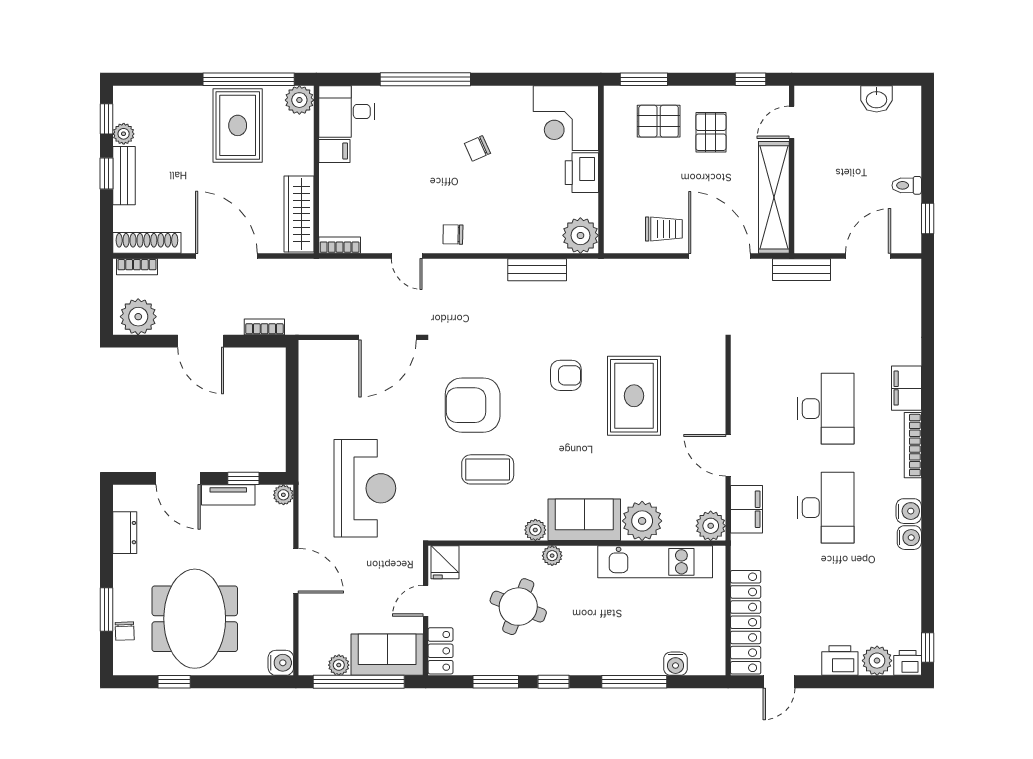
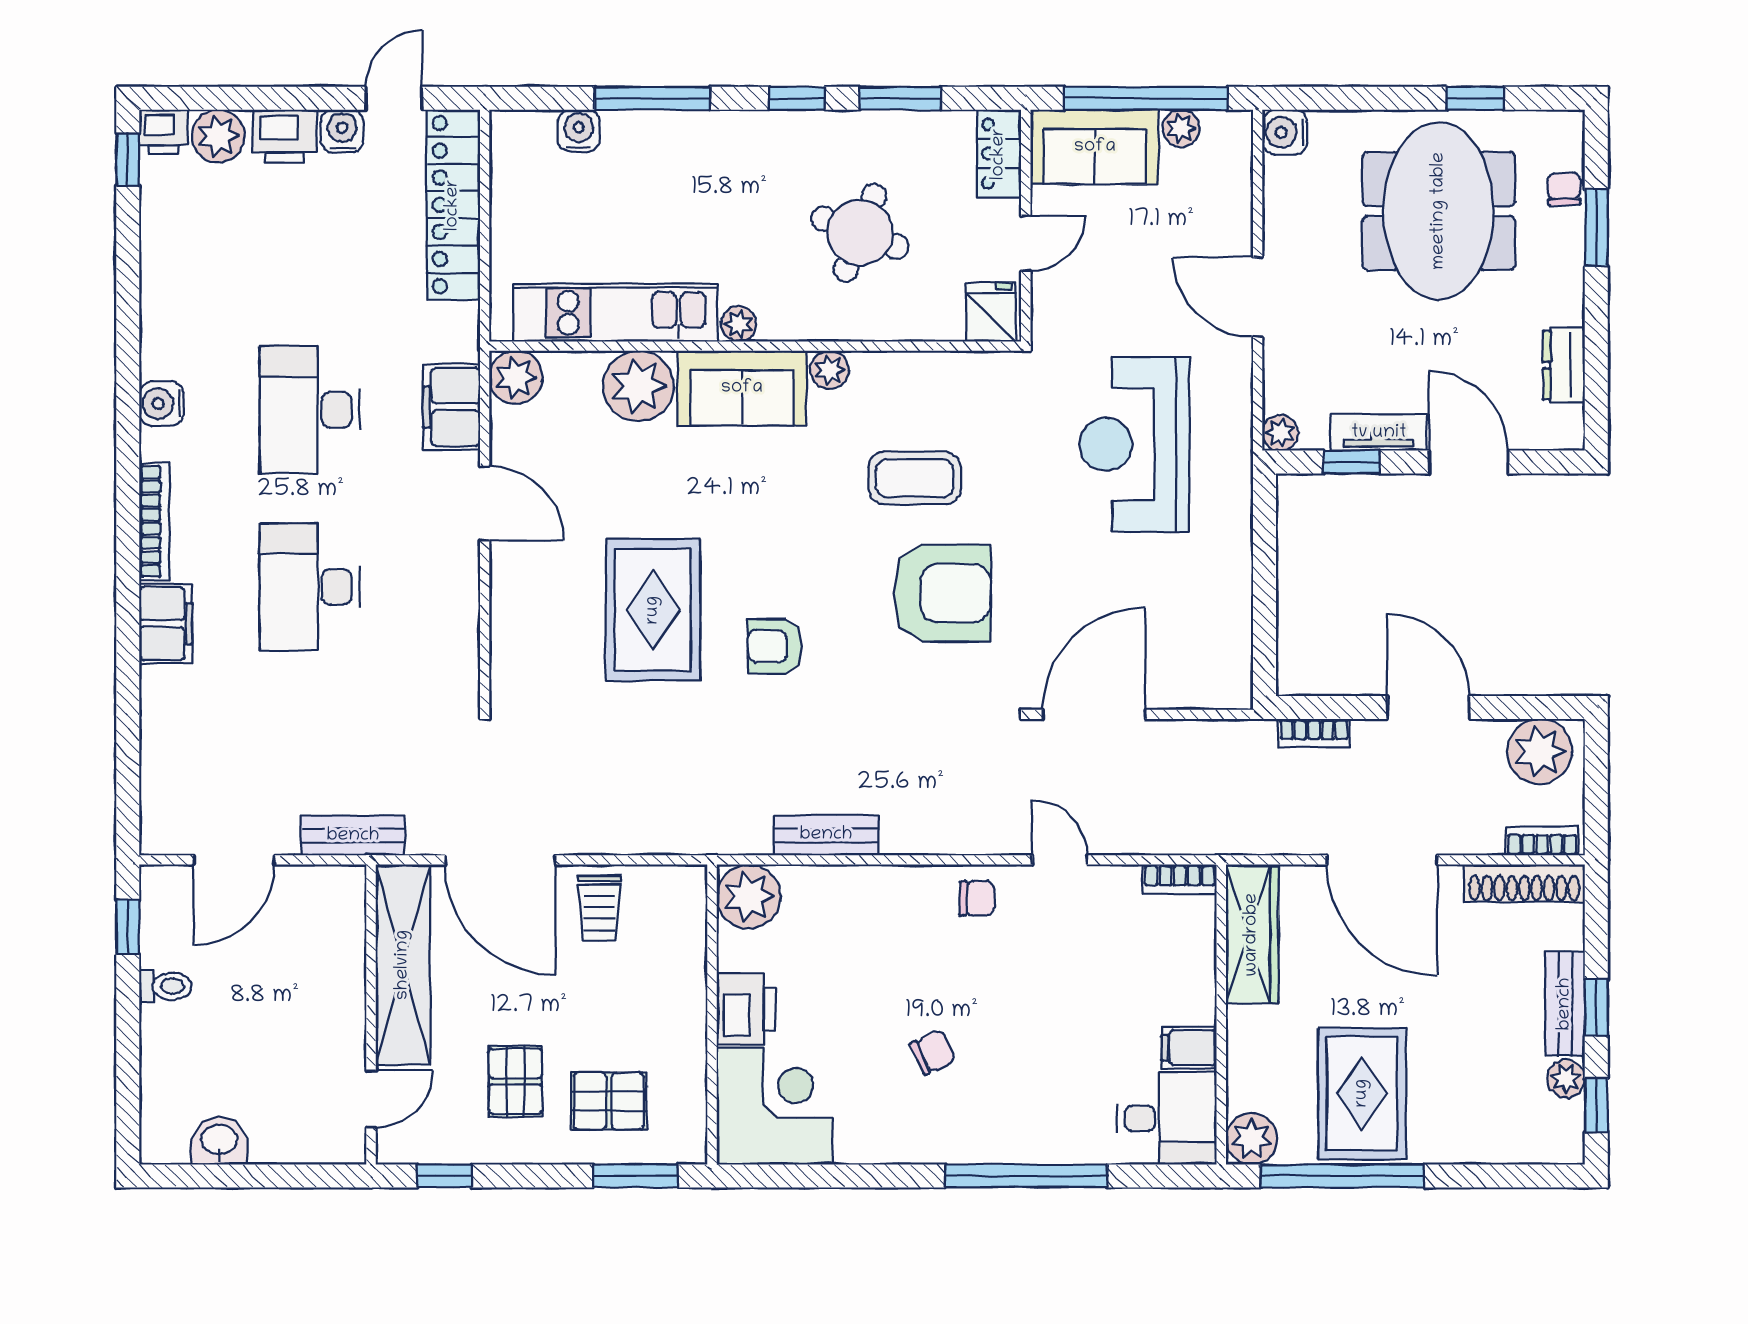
trolley: (664, 229) -> (599, 908), turned -90
water cooler: (909, 538) -> (342, 131), moved, turned 90
plant: (552, 556) -> (739, 324), moved

